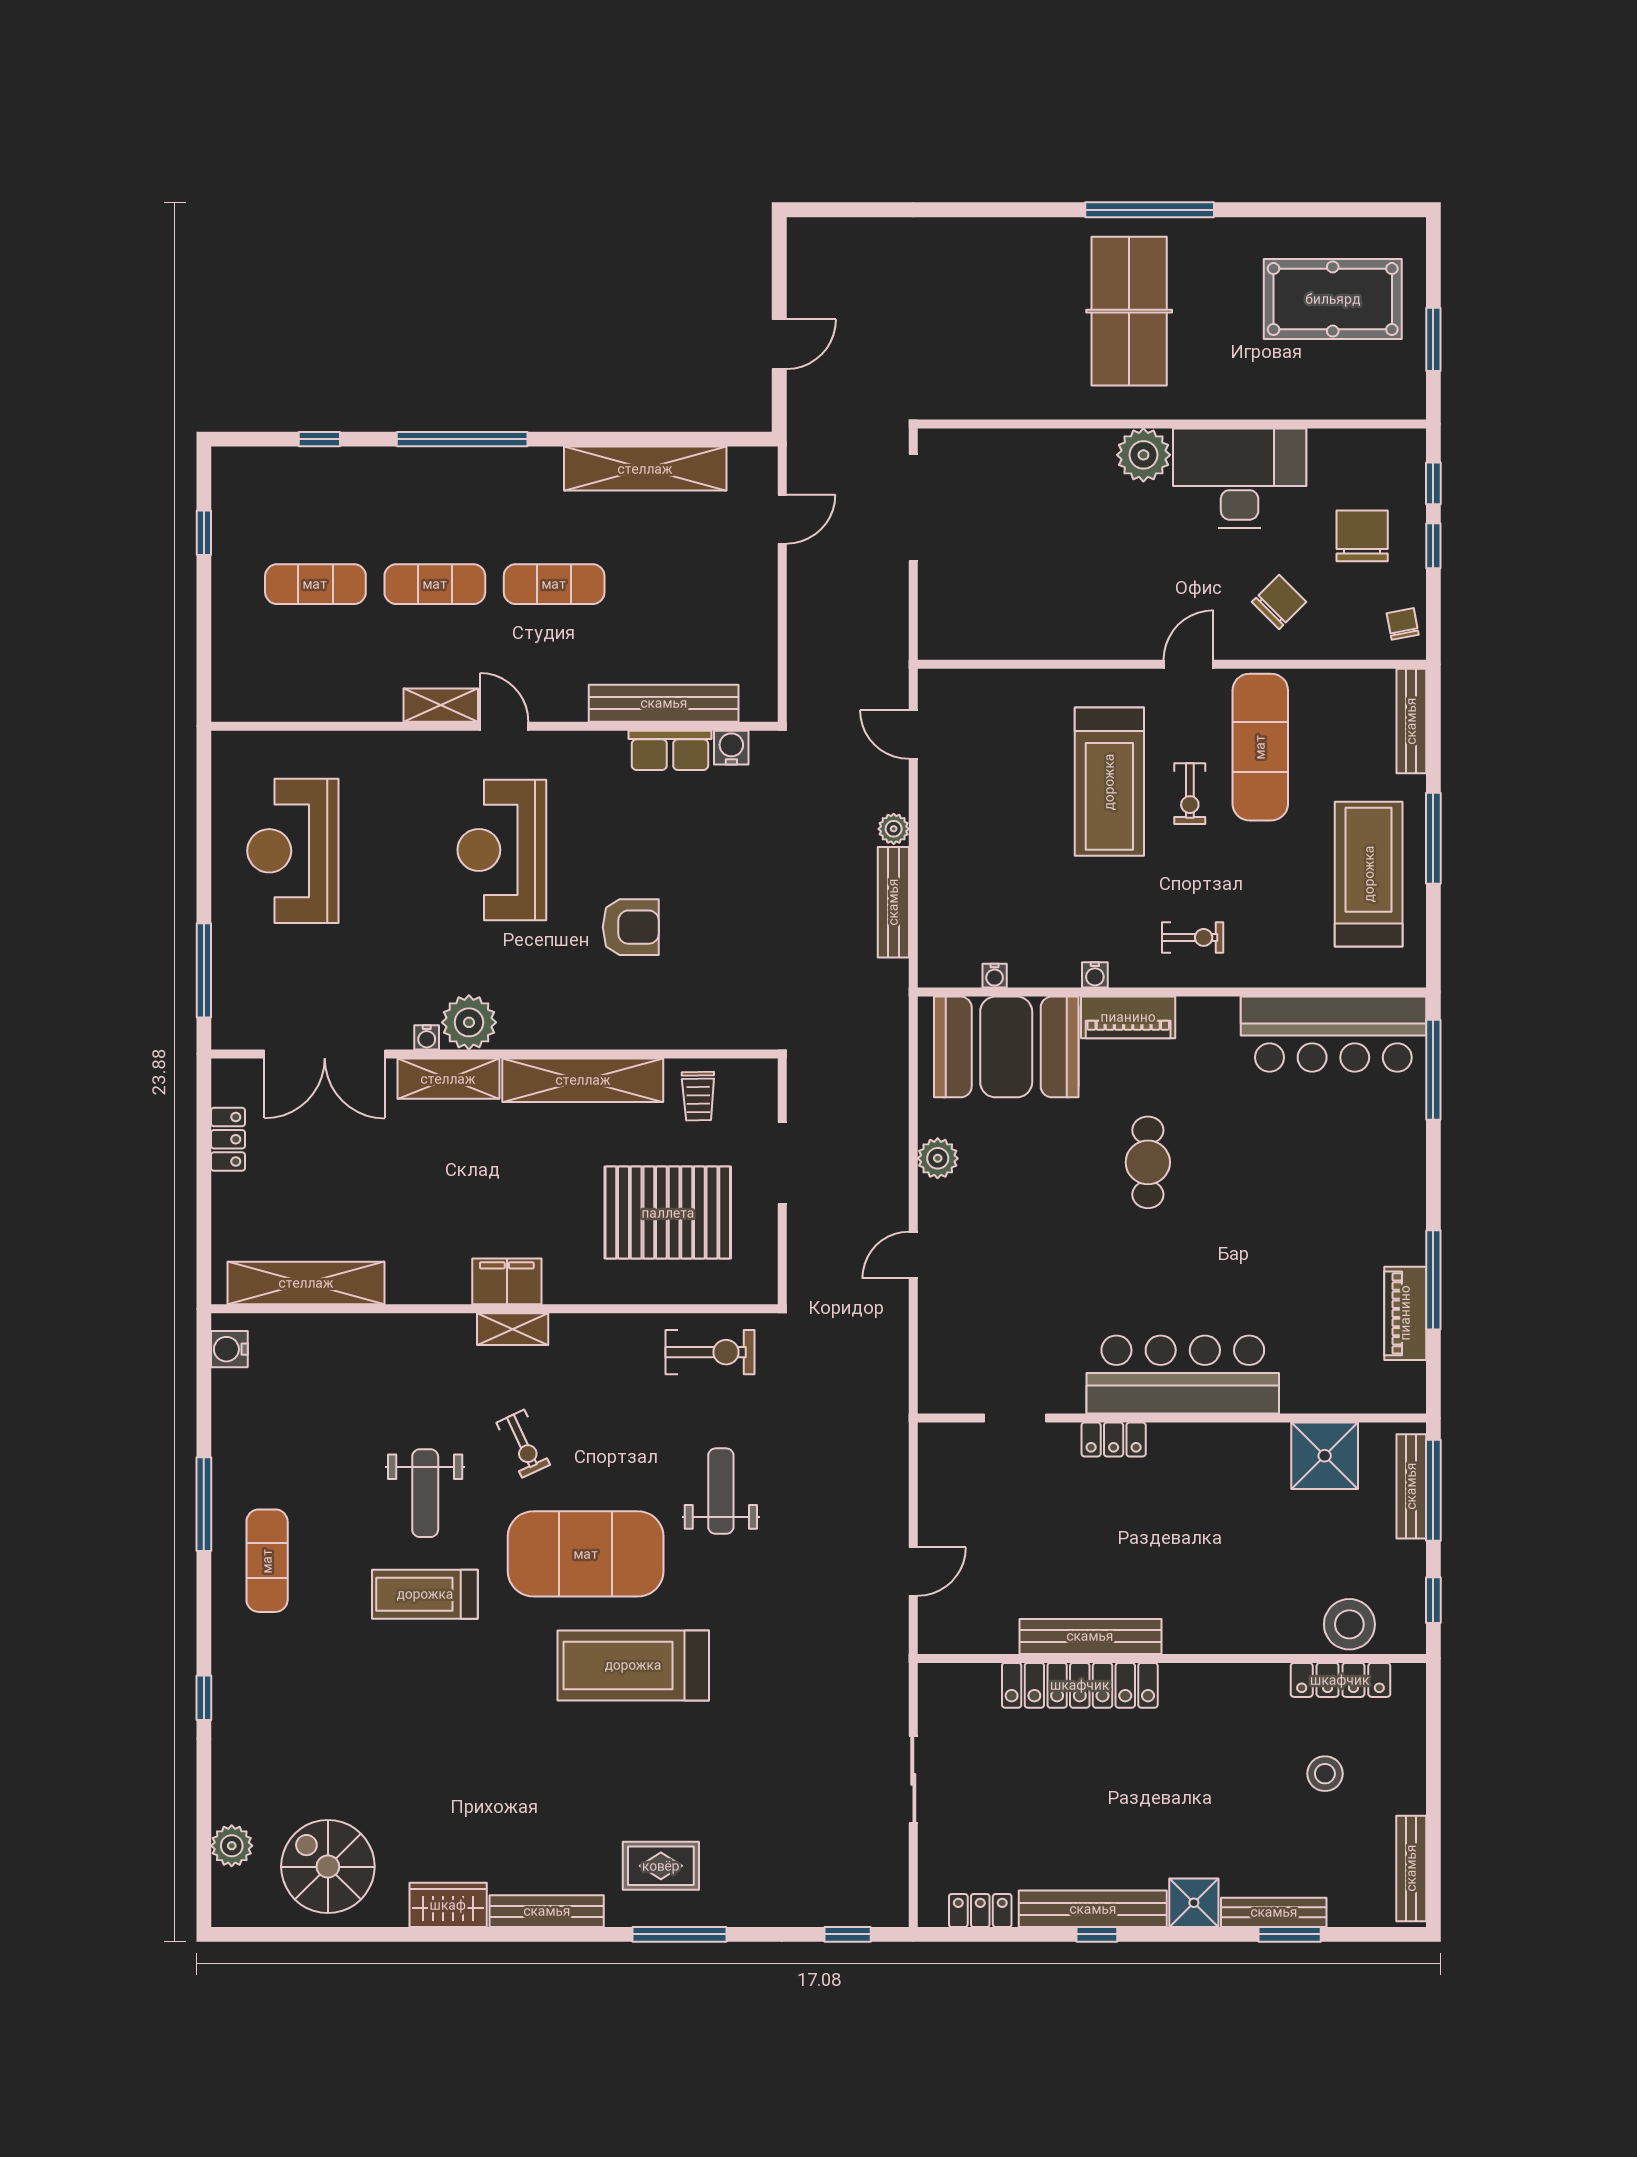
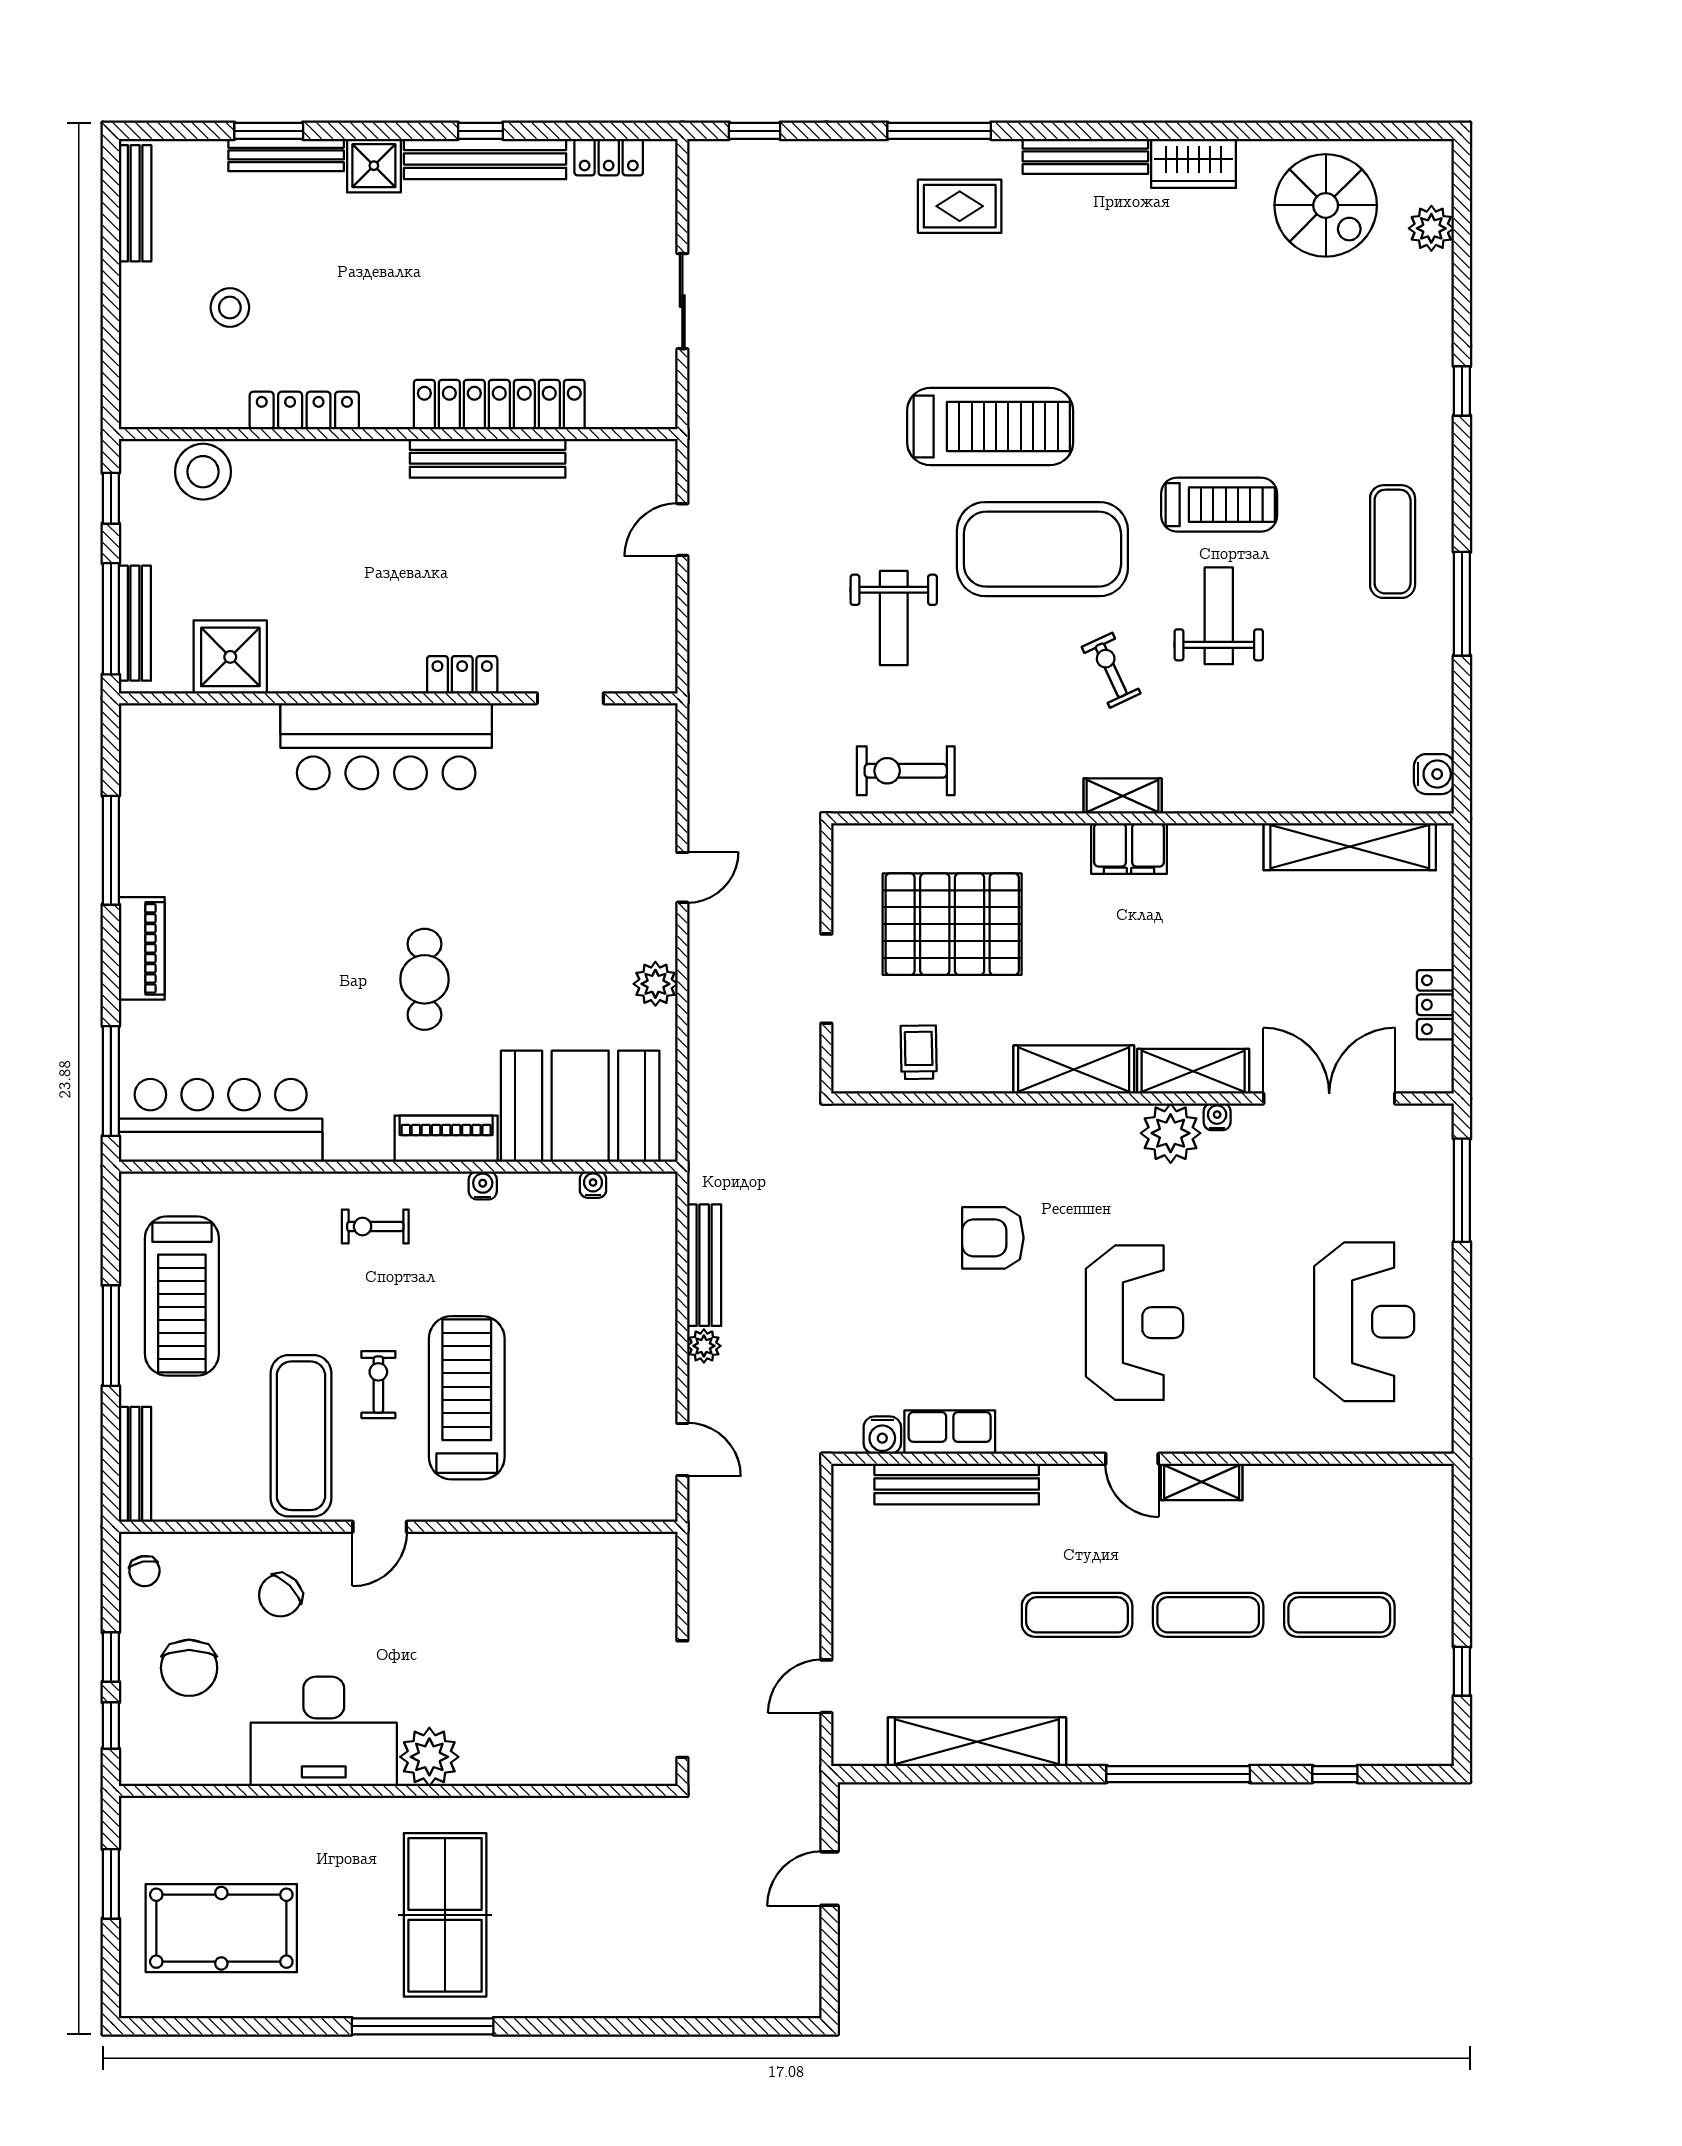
shelving: (583, 1080) -> (1074, 1070), width x0.68
piano: (1405, 1313) -> (142, 948), moved
locker: (1340, 1680) -> (304, 411), moved

